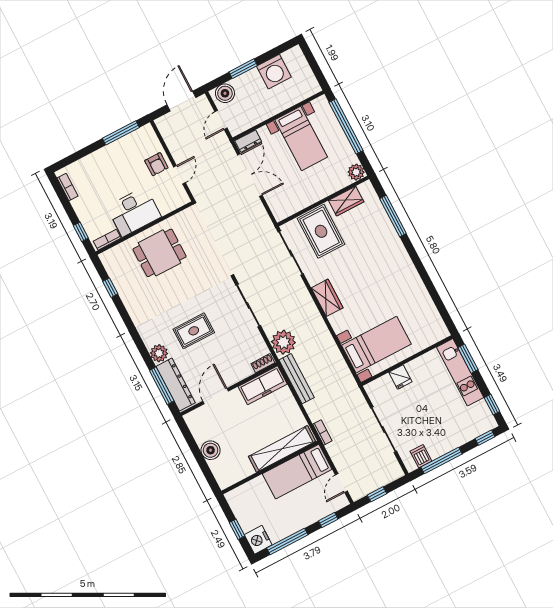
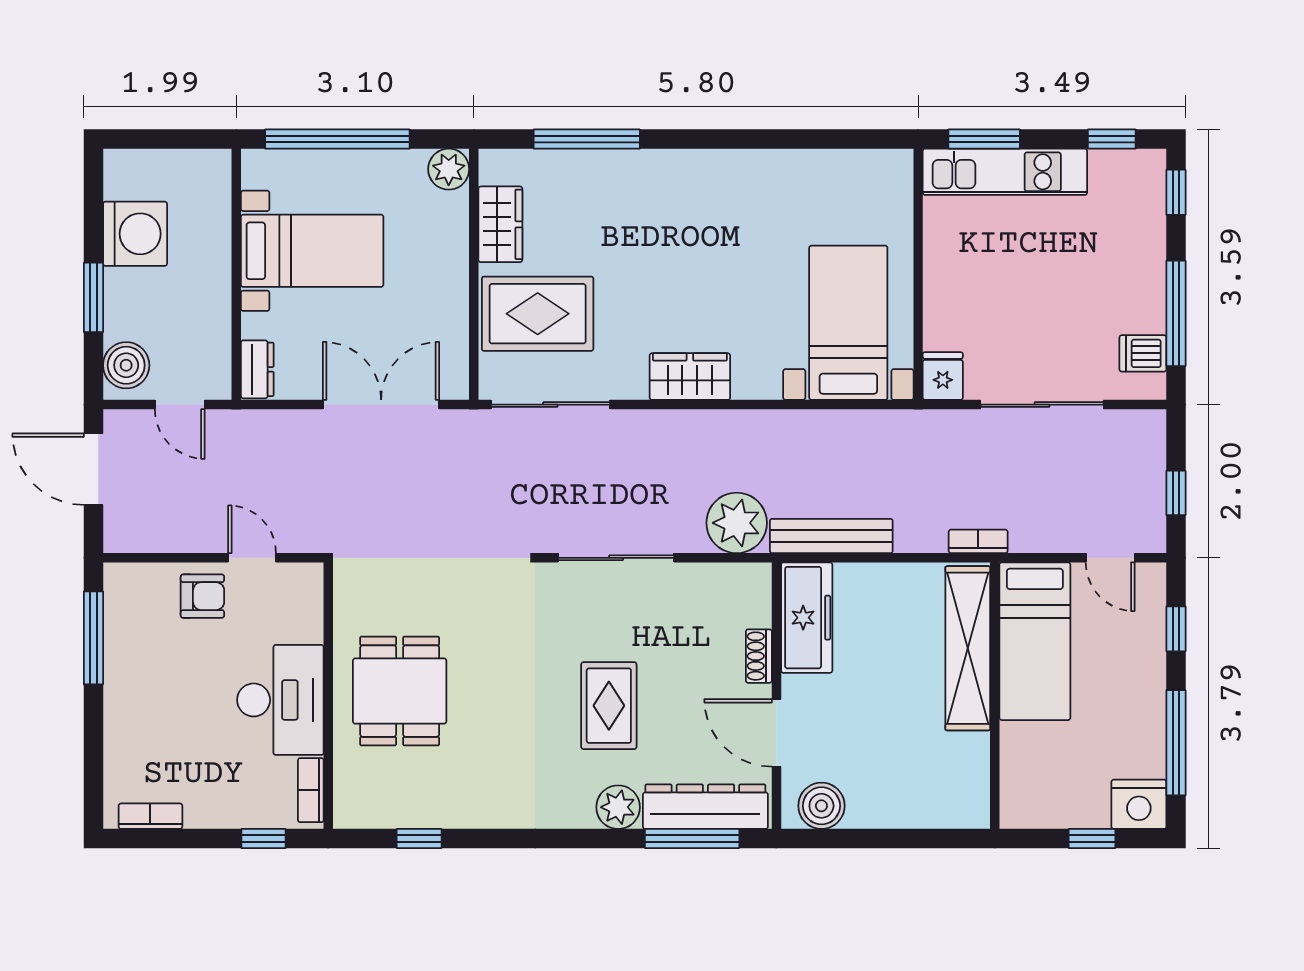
double door: (250, 175) -> (381, 405), moved
shoe rack: (263, 363) -> (759, 656), moved
fridge: (400, 377) -> (943, 376), moved, turned -90
boiler: (211, 450) -> (821, 806), moved

